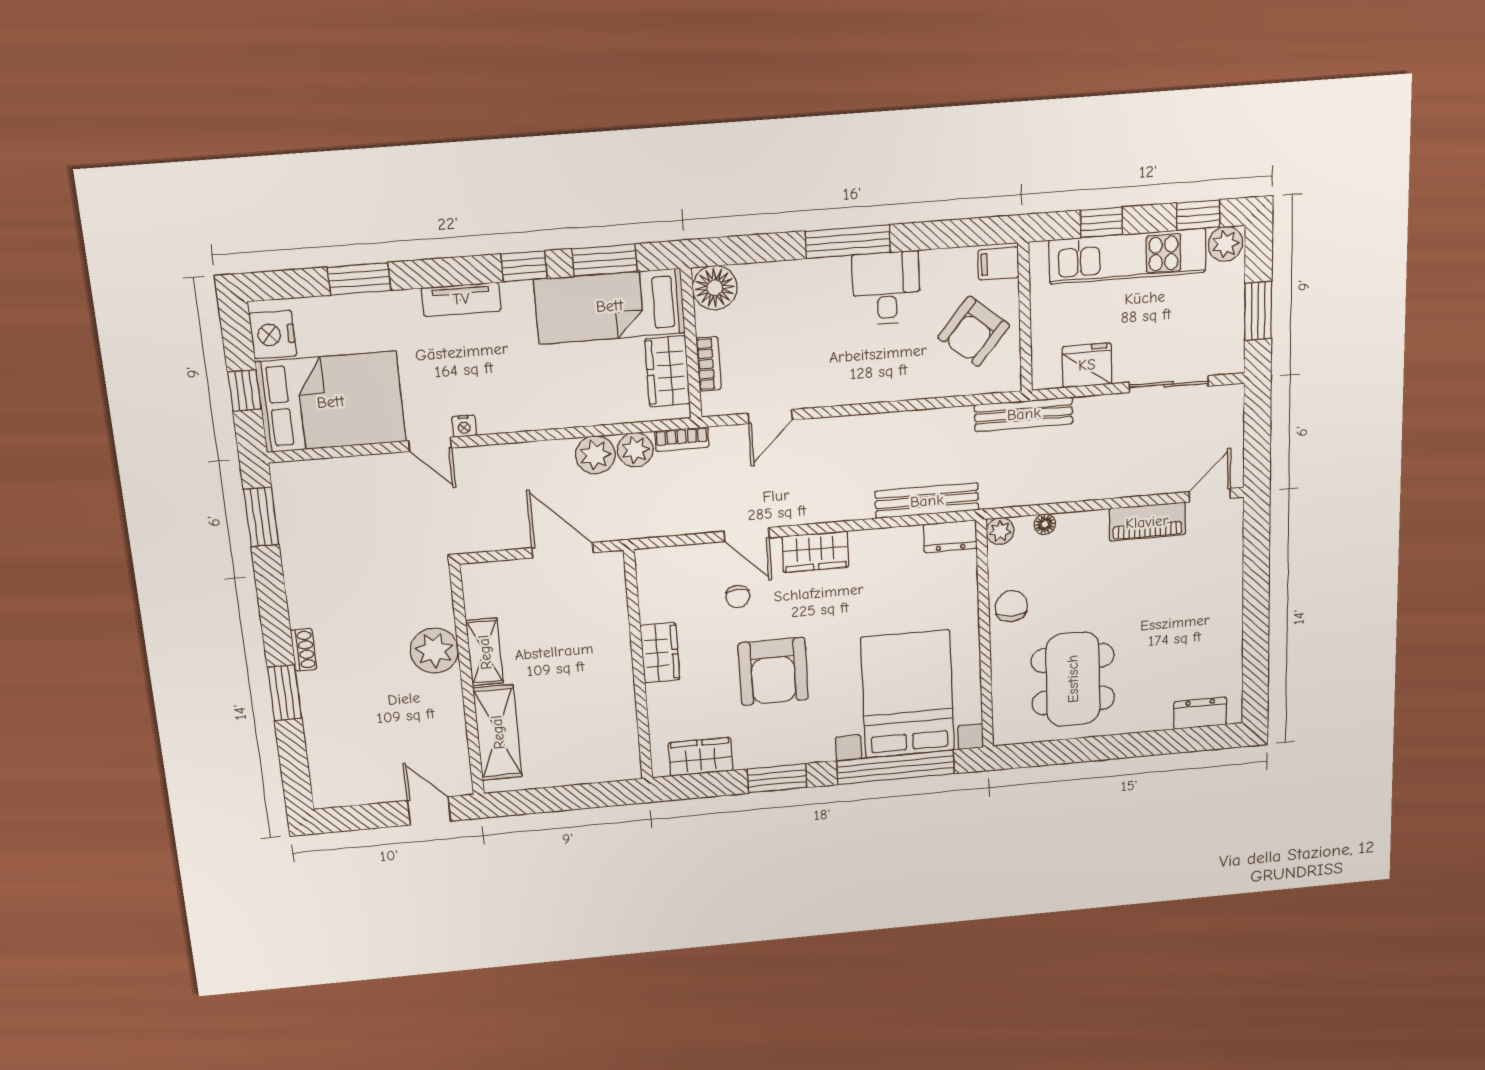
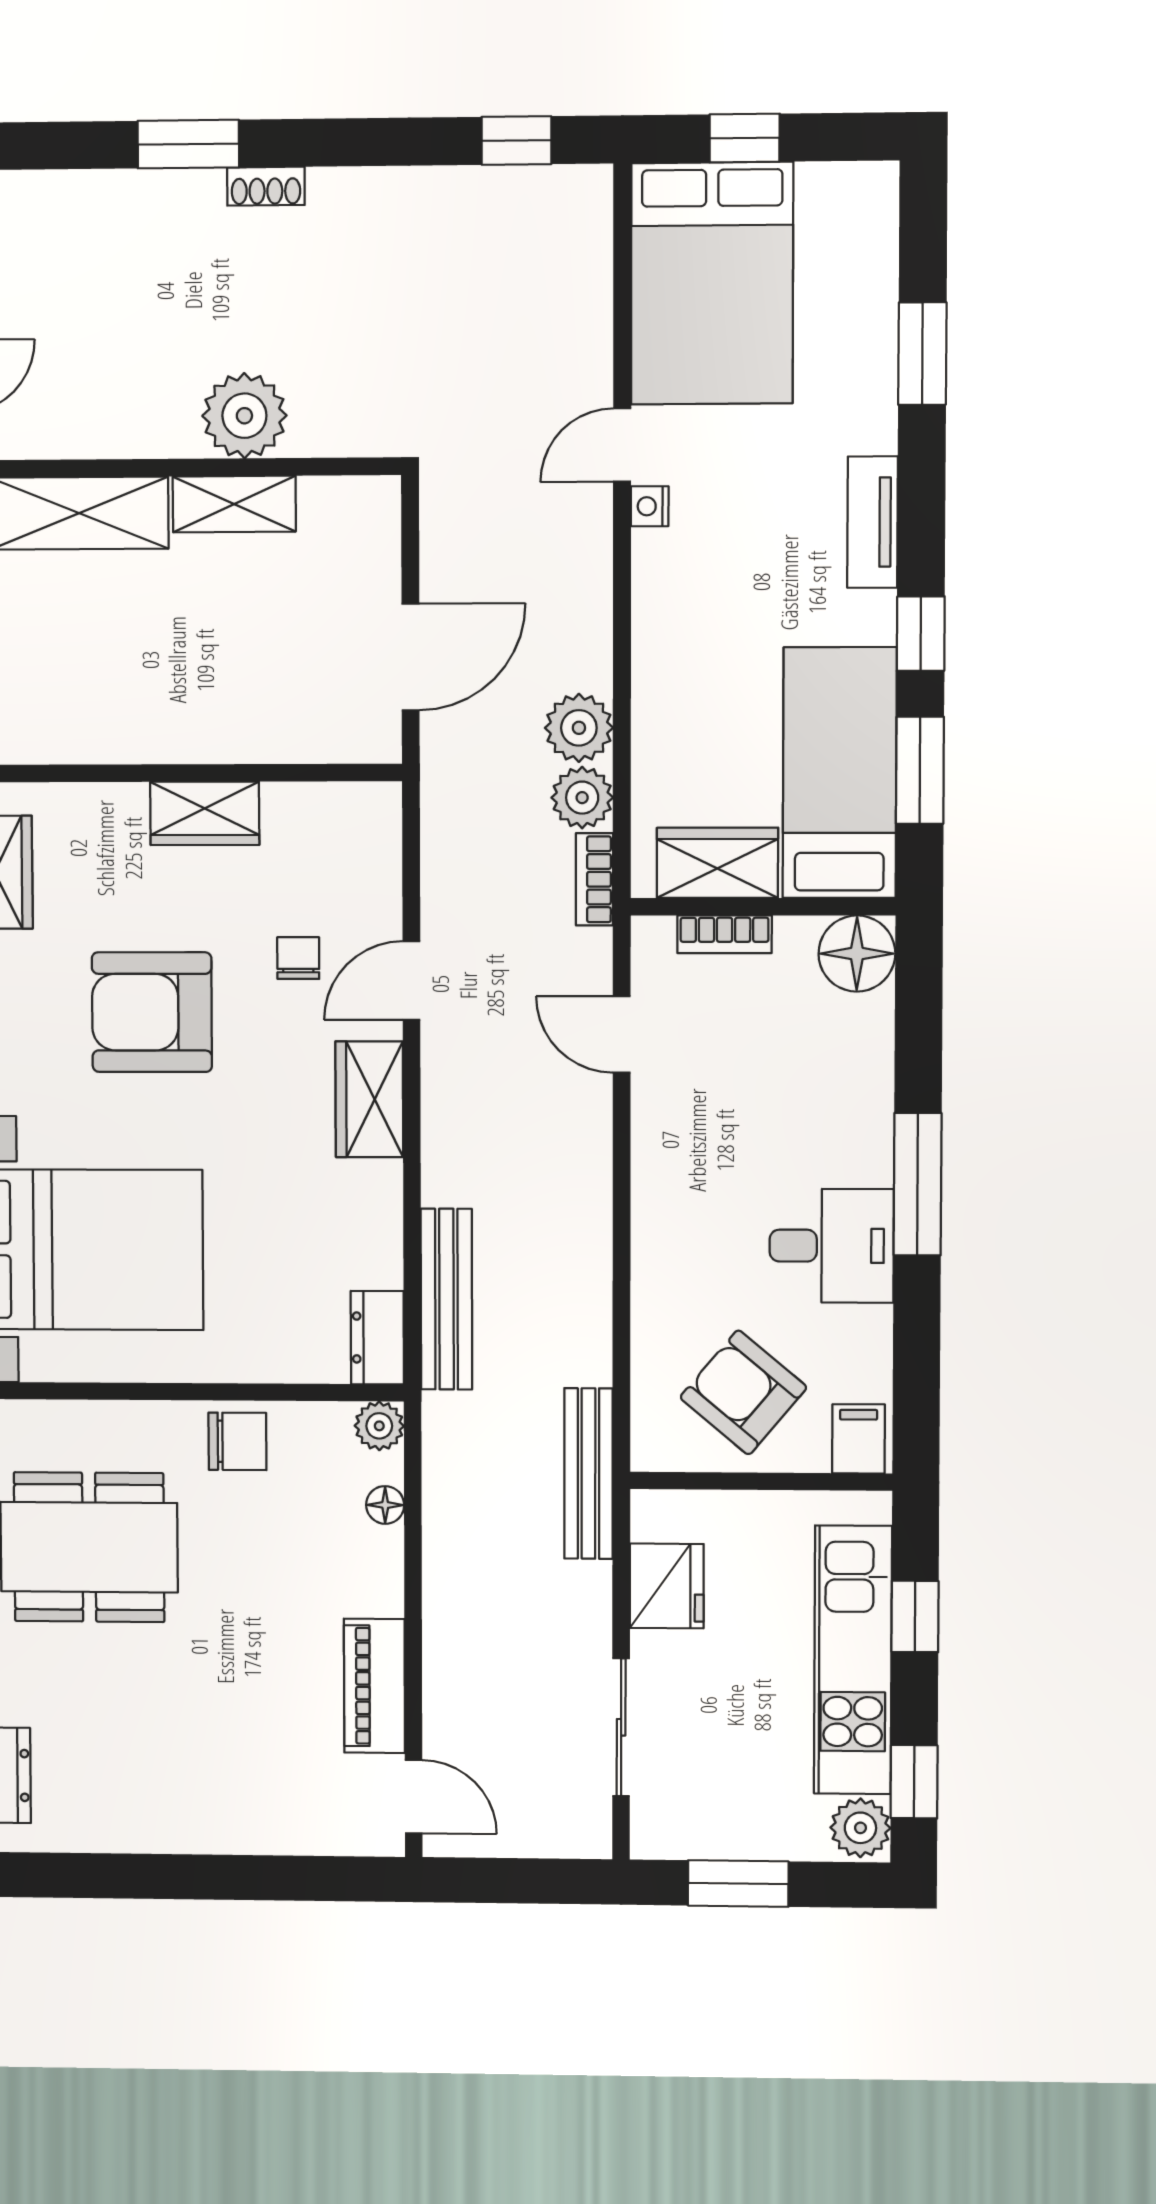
nightstand: (273, 335) -> (838, 197), removed
window: (261, 517) -> (516, 141), width x0.67
chair: (738, 596) -> (298, 958), turned 90

